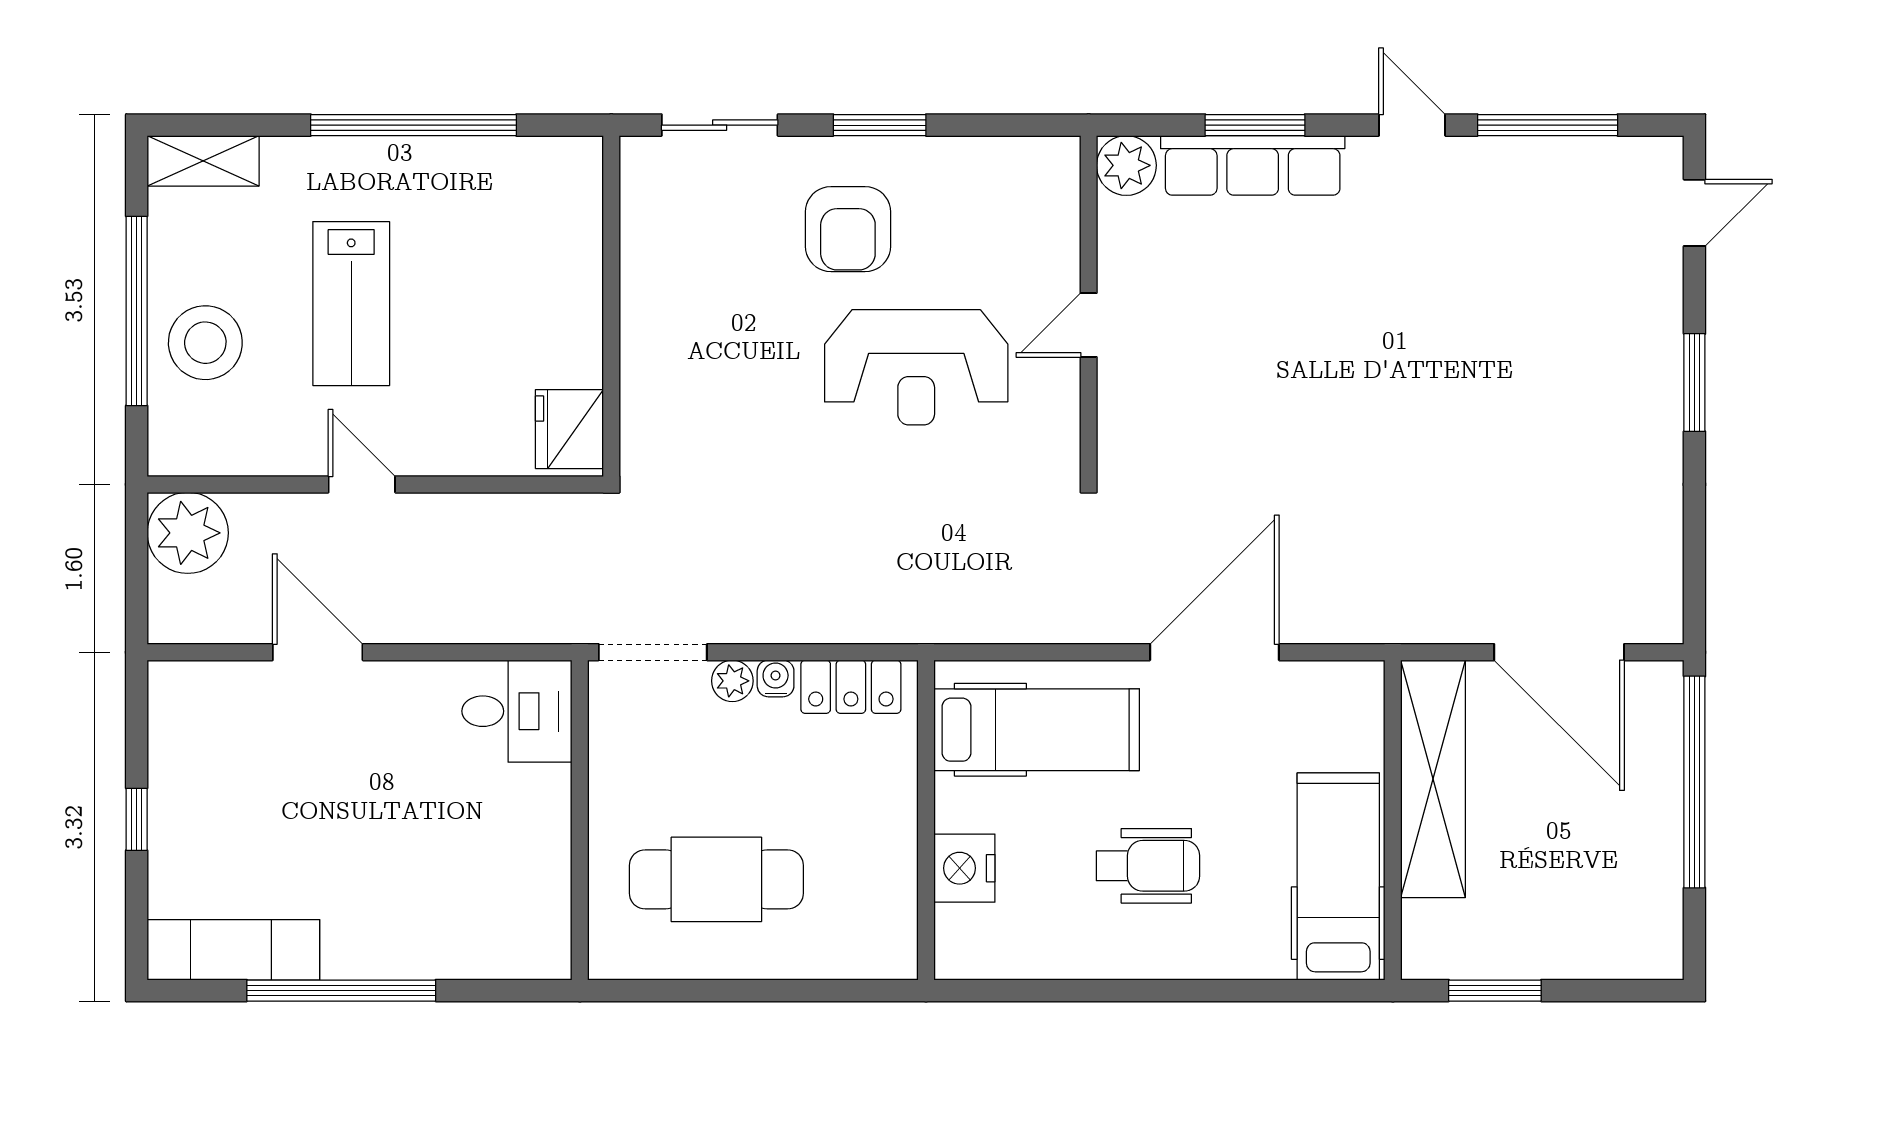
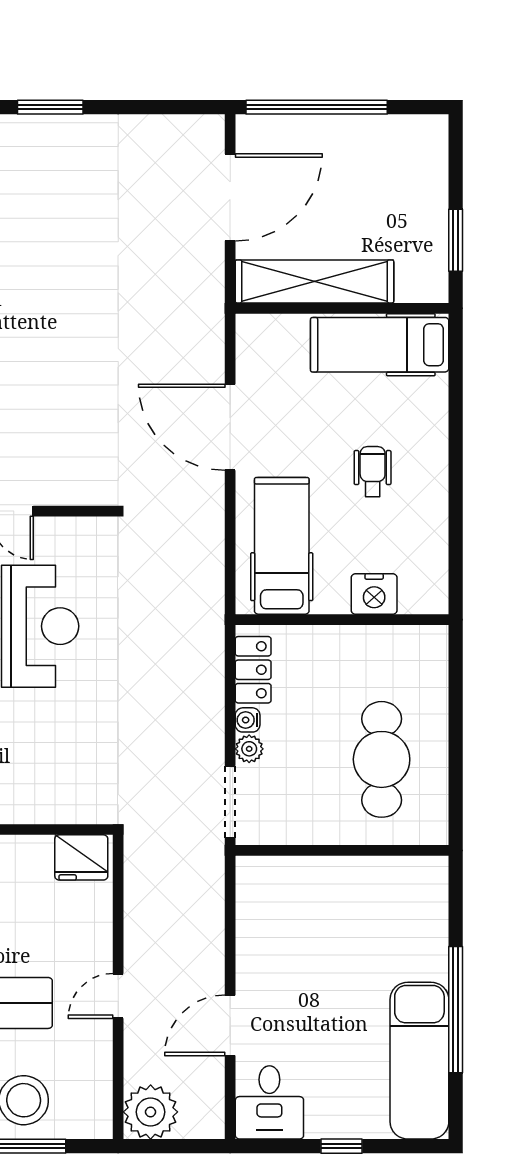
desk: (517, 711) -> (269, 1102), moved, turned 180
wheelchair: (1148, 866) -> (373, 472), width x0.73, depth x0.73
exam couch: (233, 950) -> (419, 1061), width x1.36, depth x1.45

